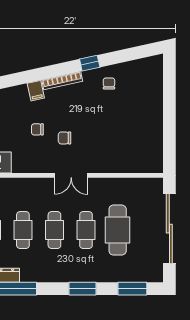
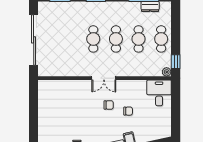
double door: (71, 175) -> (104, 78), swing flipped
cafe table: (118, 230) -> (71, 39), removed

